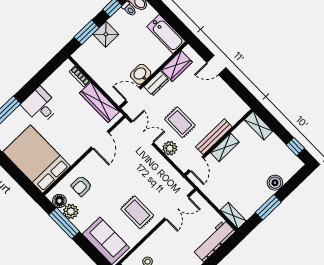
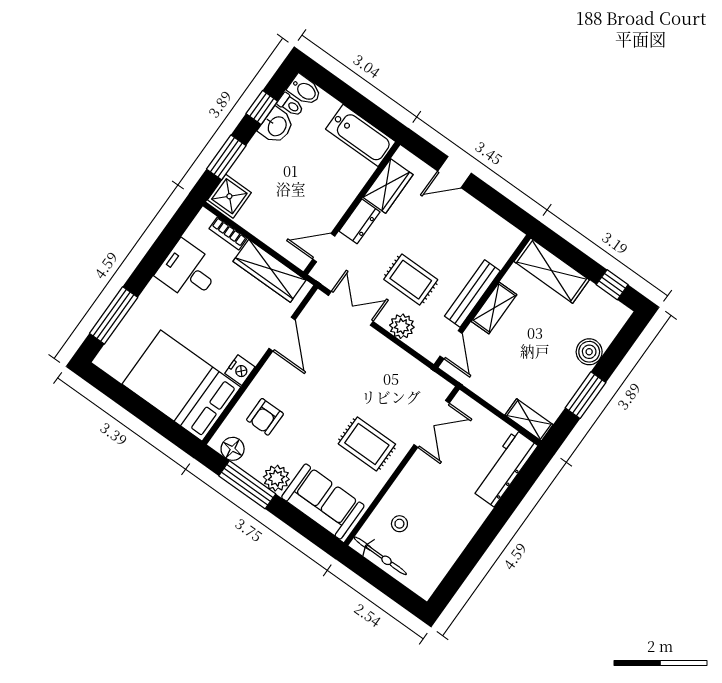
shower: (106, 34) -> (229, 196), moved
washbasin: (141, 74) -> (277, 126), moved, turned 180
desk: (40, 106) -> (188, 271), moved
shelving: (259, 126) -> (552, 271), width x1.50, depth x1.33
nightstand: (72, 156) -> (240, 370), added
plant: (71, 211) -> (276, 478), moved

